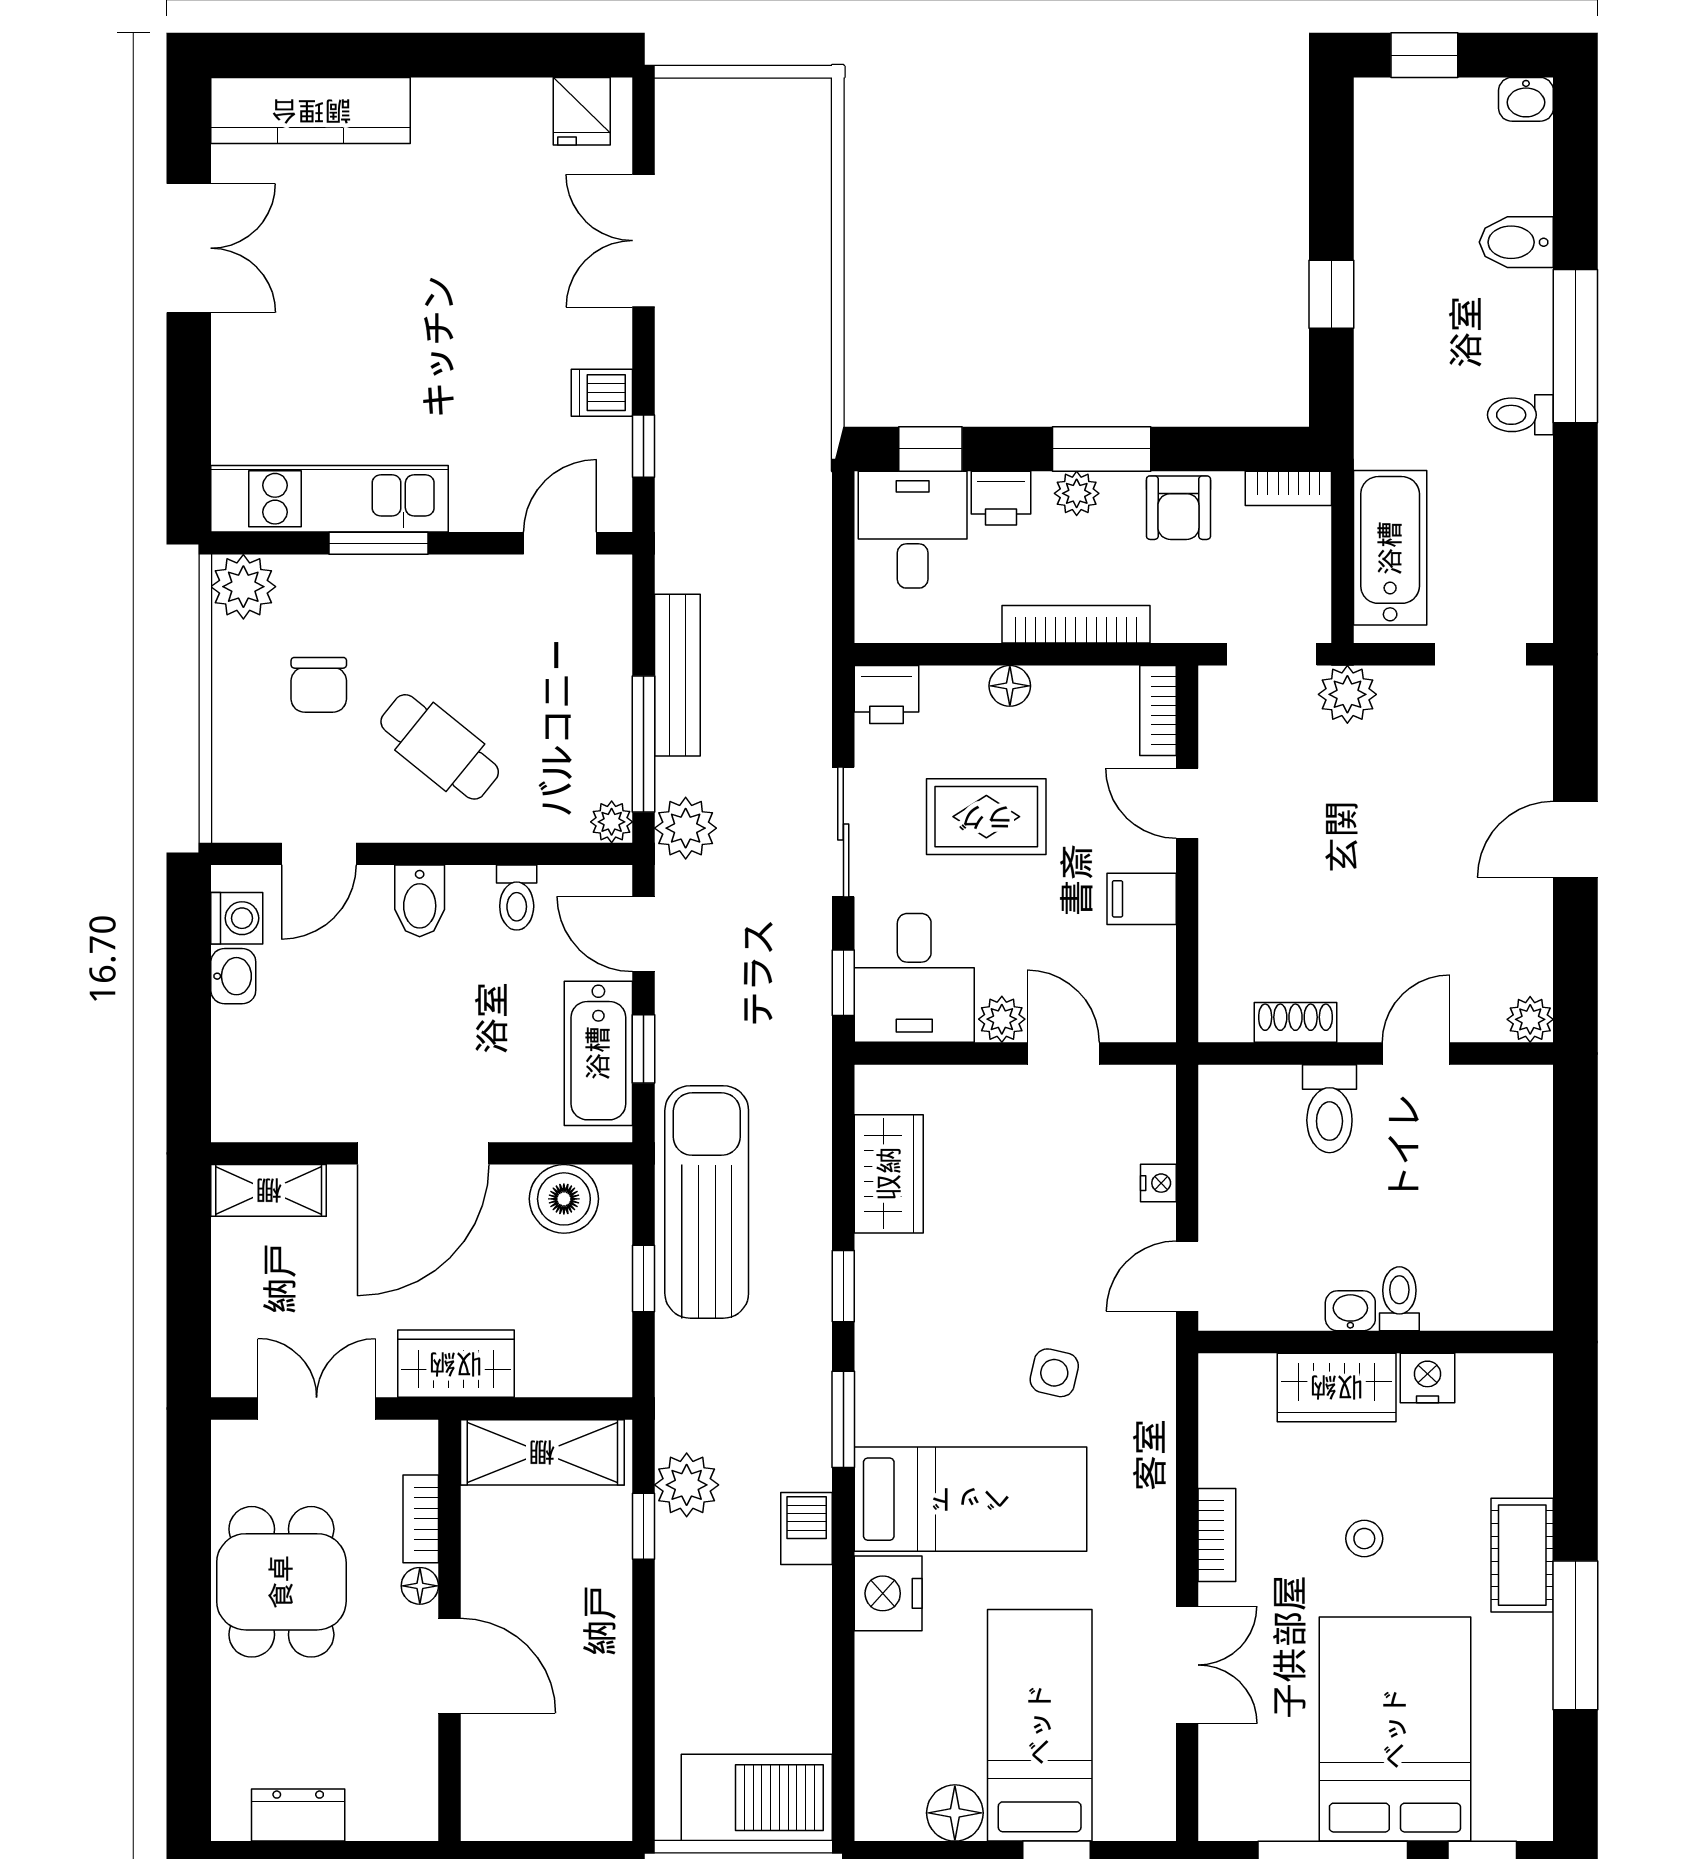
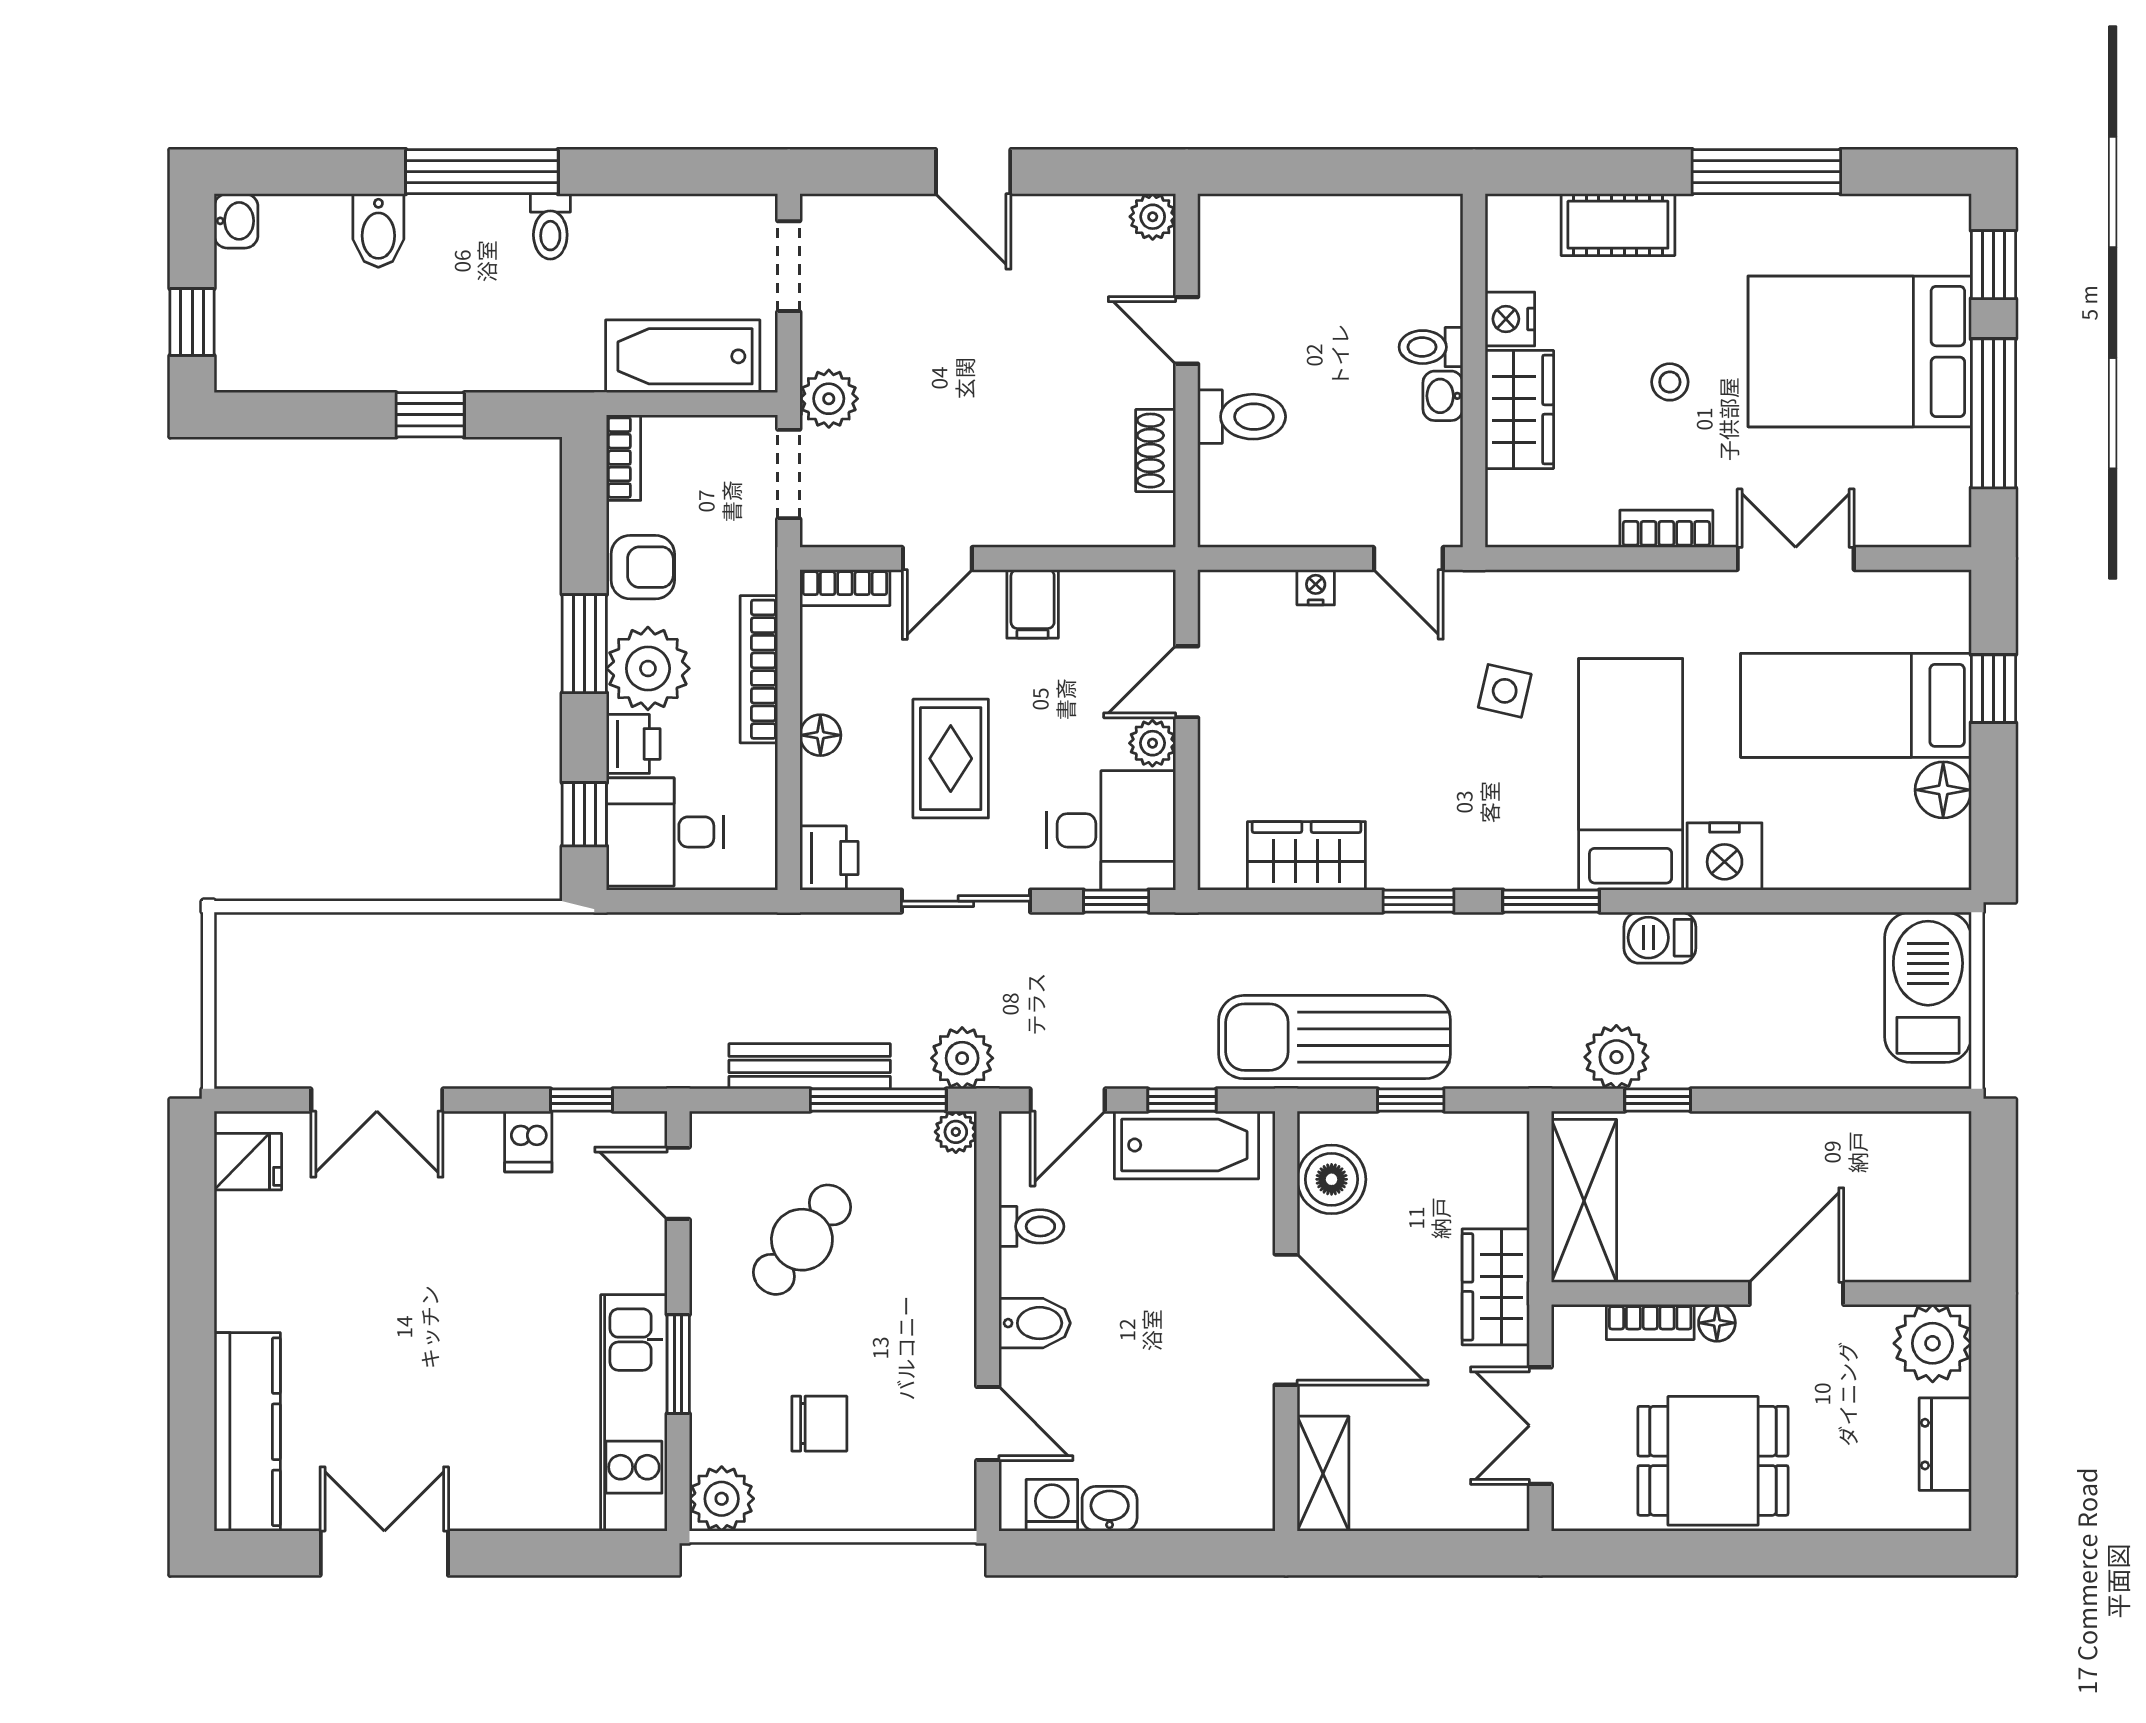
plant: (1077, 493) -> (648, 668), width x1.88, depth x1.88
cafe table: (440, 747) -> (802, 1240), moved
cot: (1522, 1555) -> (1618, 225), moved
plant: (399, 1802) -> (1933, 1343), added

